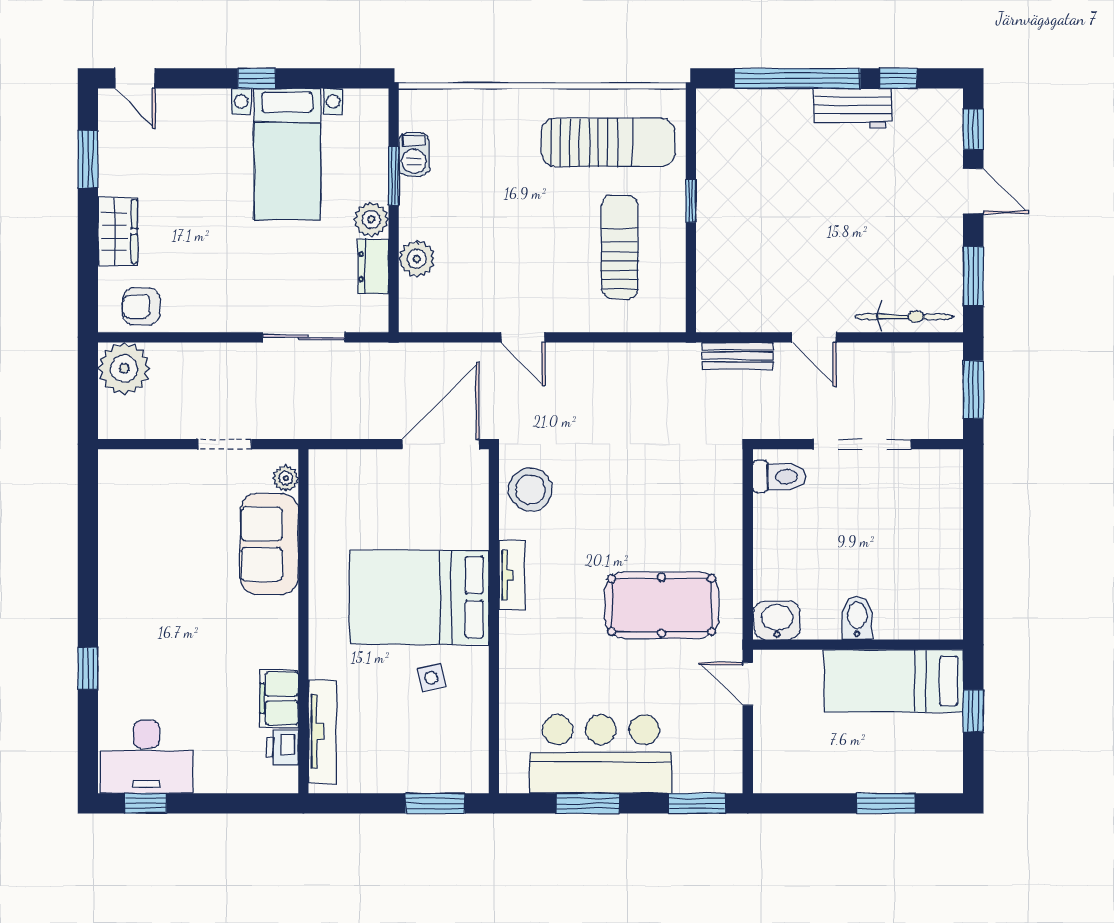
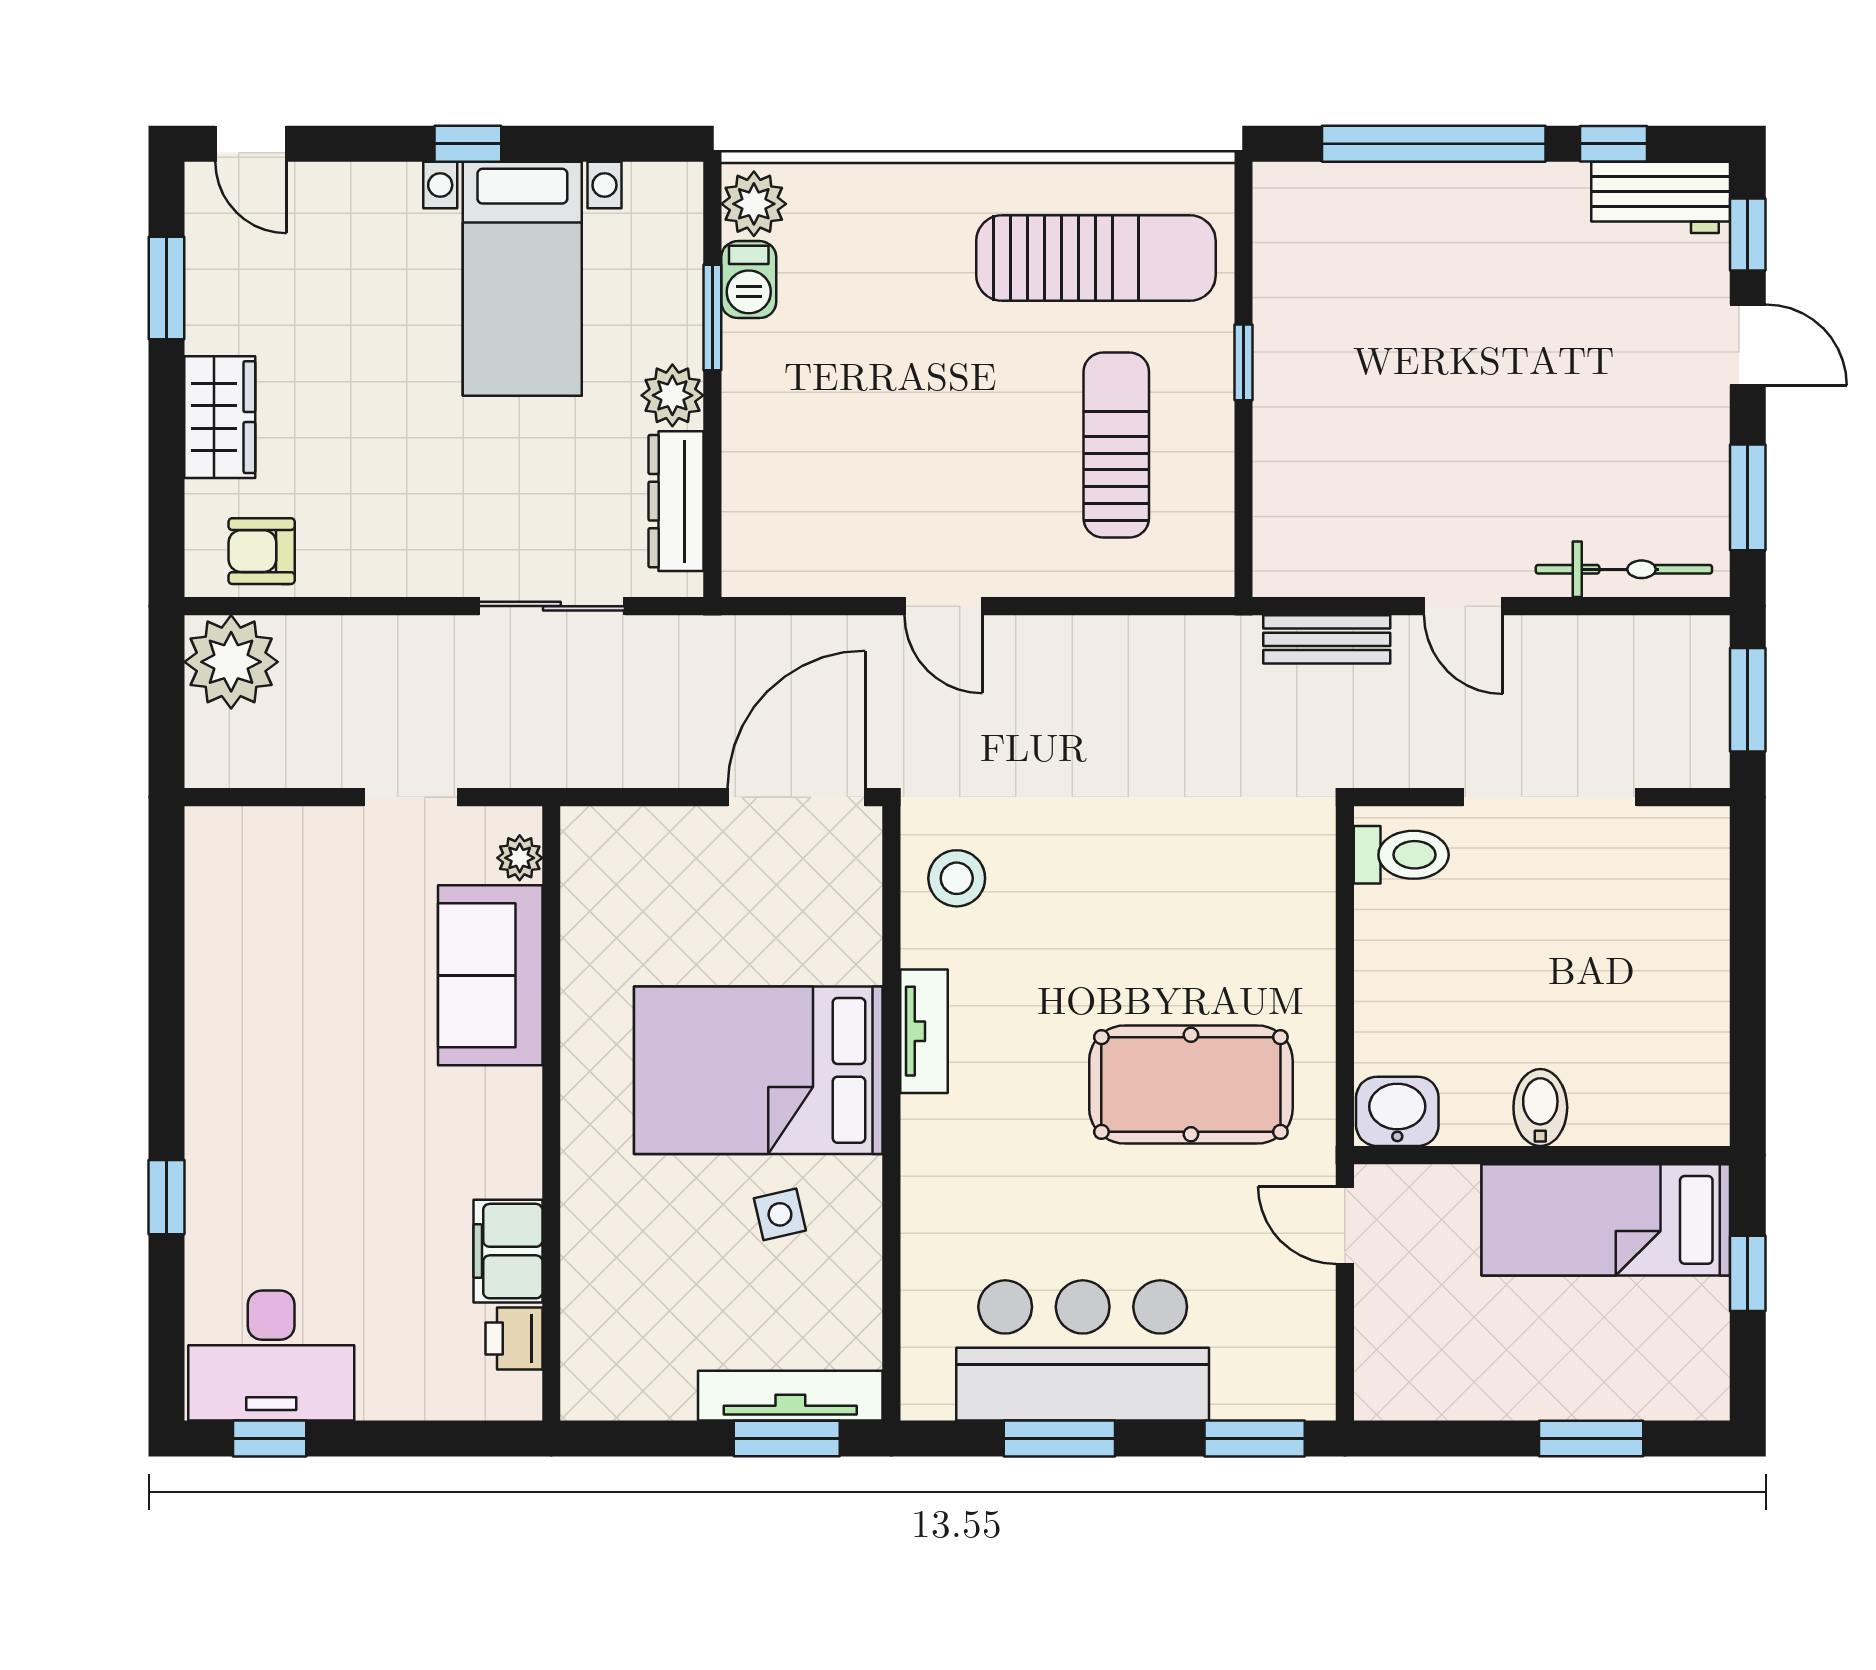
workbench: (853, 108) -> (1661, 197), moved
plant: (417, 259) -> (754, 204), moved
dresser: (373, 267) -> (676, 501), width x1.44
stool: (530, 490) -> (957, 878), width x0.73, depth x0.73
tv unit: (322, 732) -> (790, 1396), moved, turned -90

